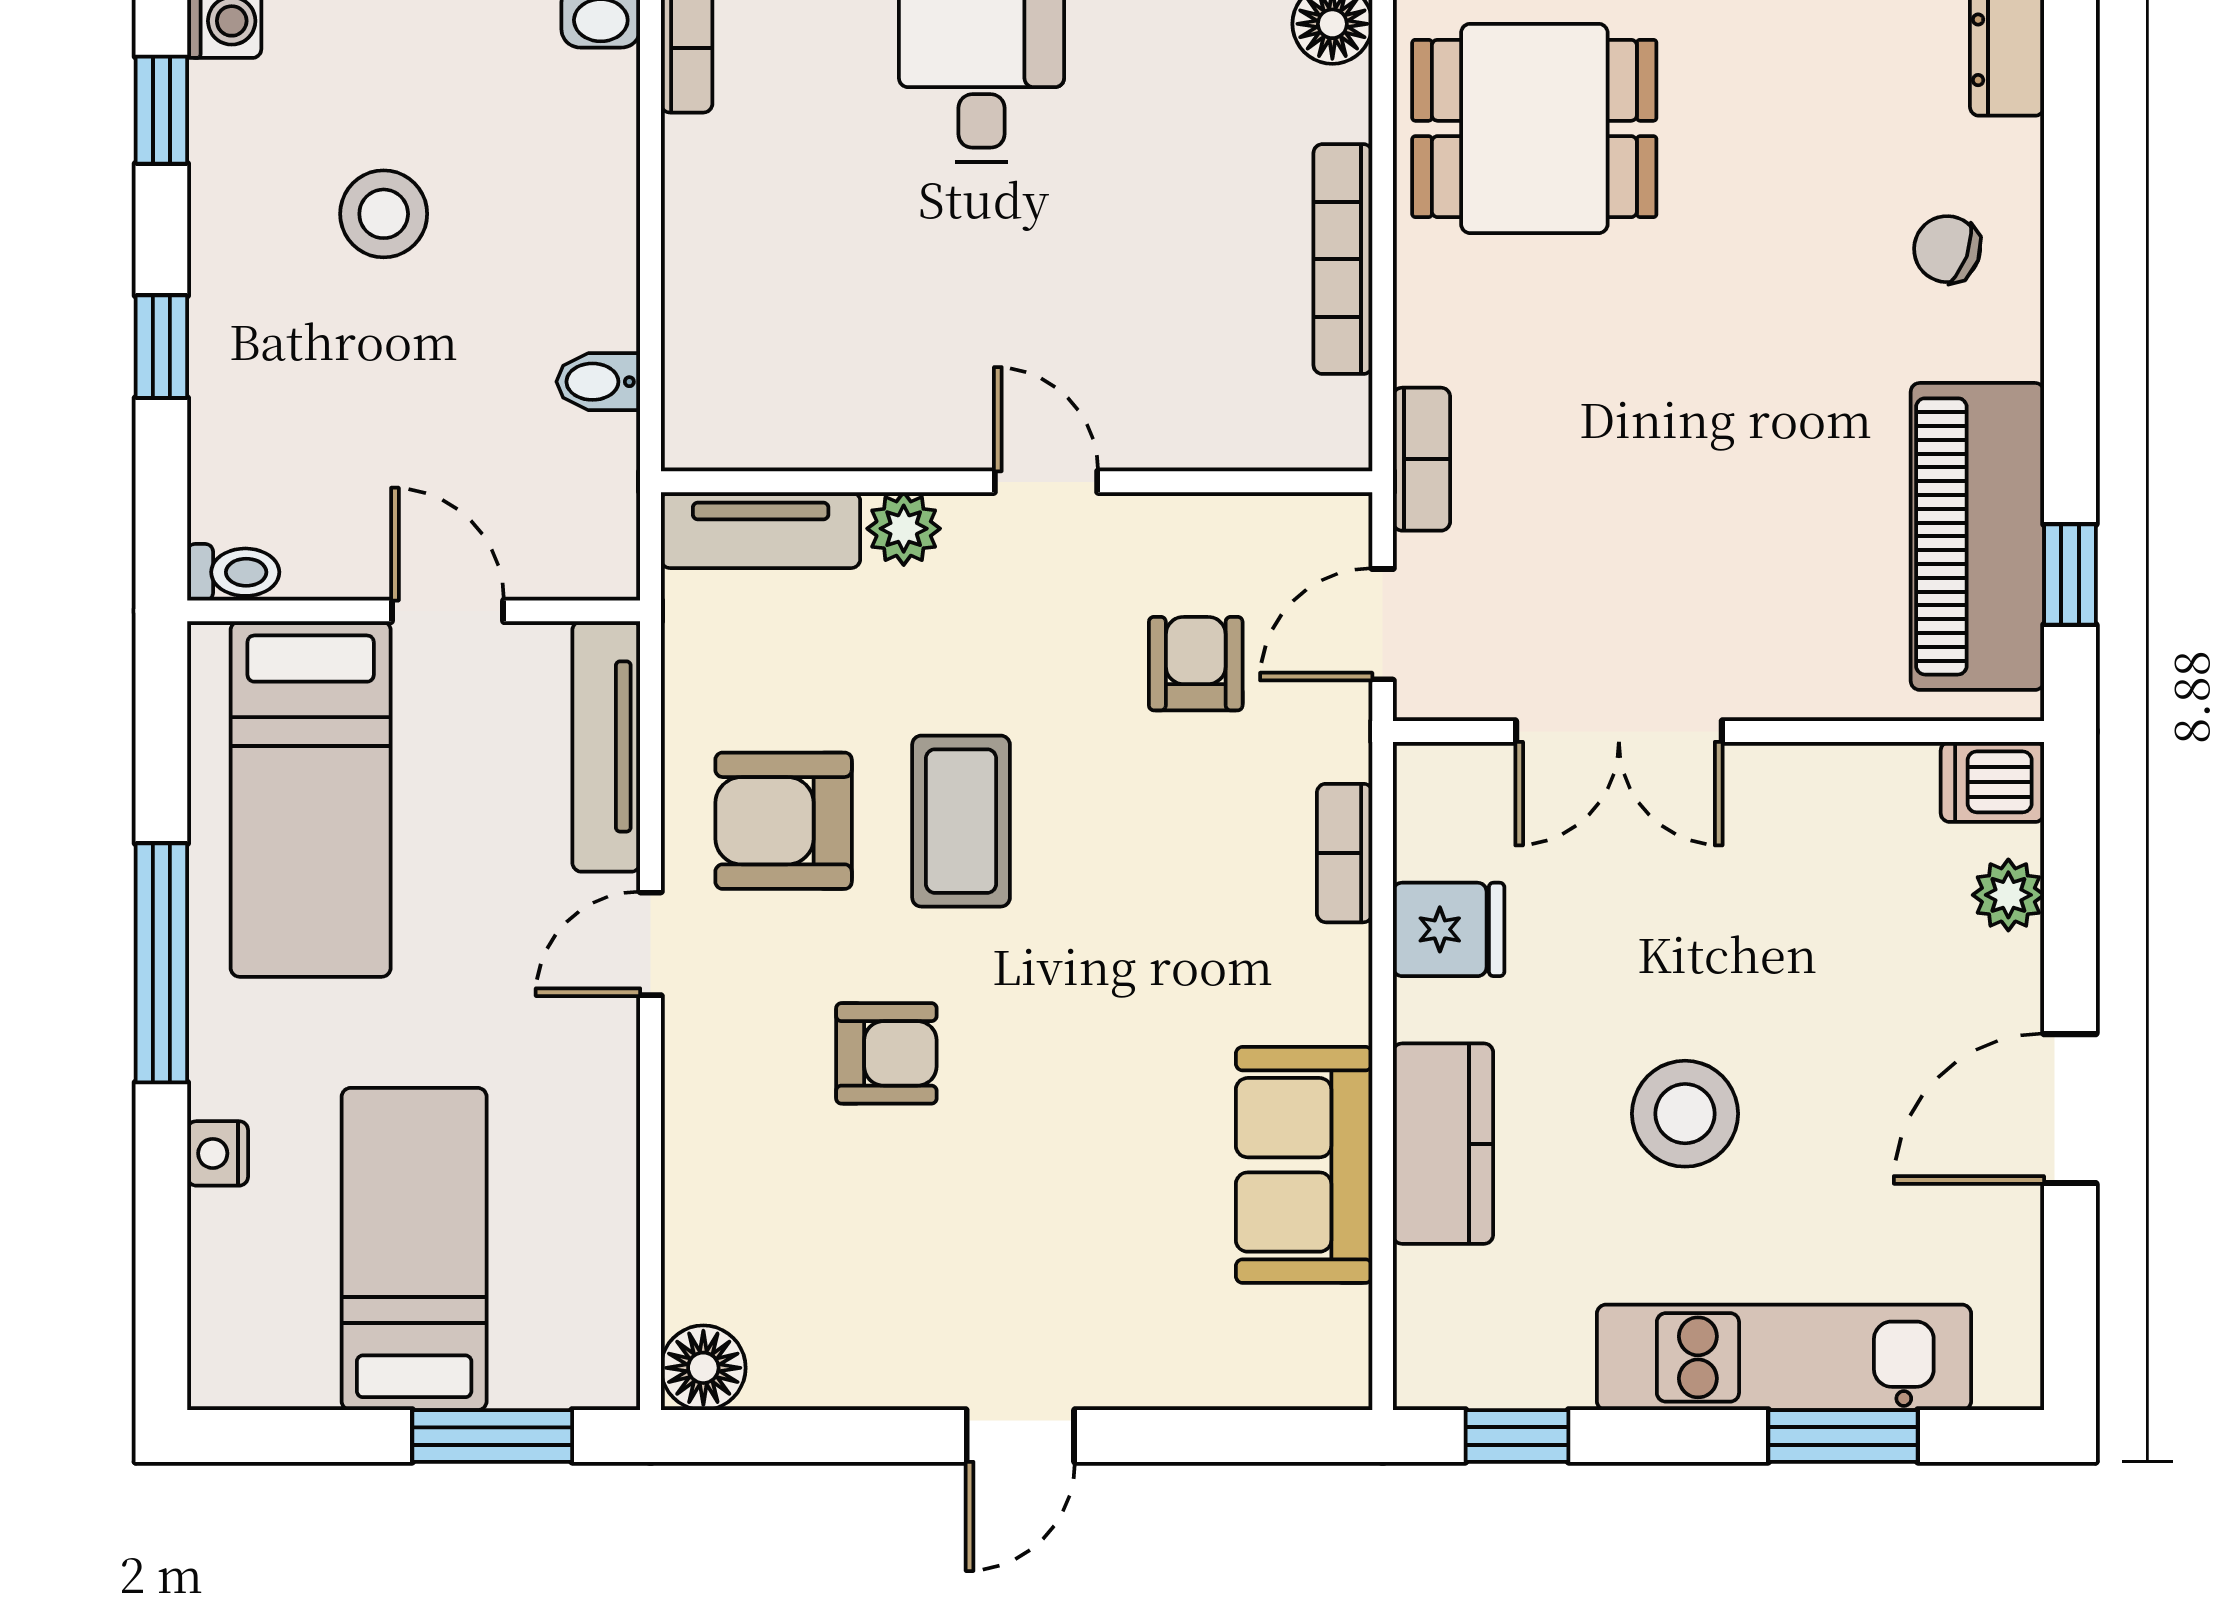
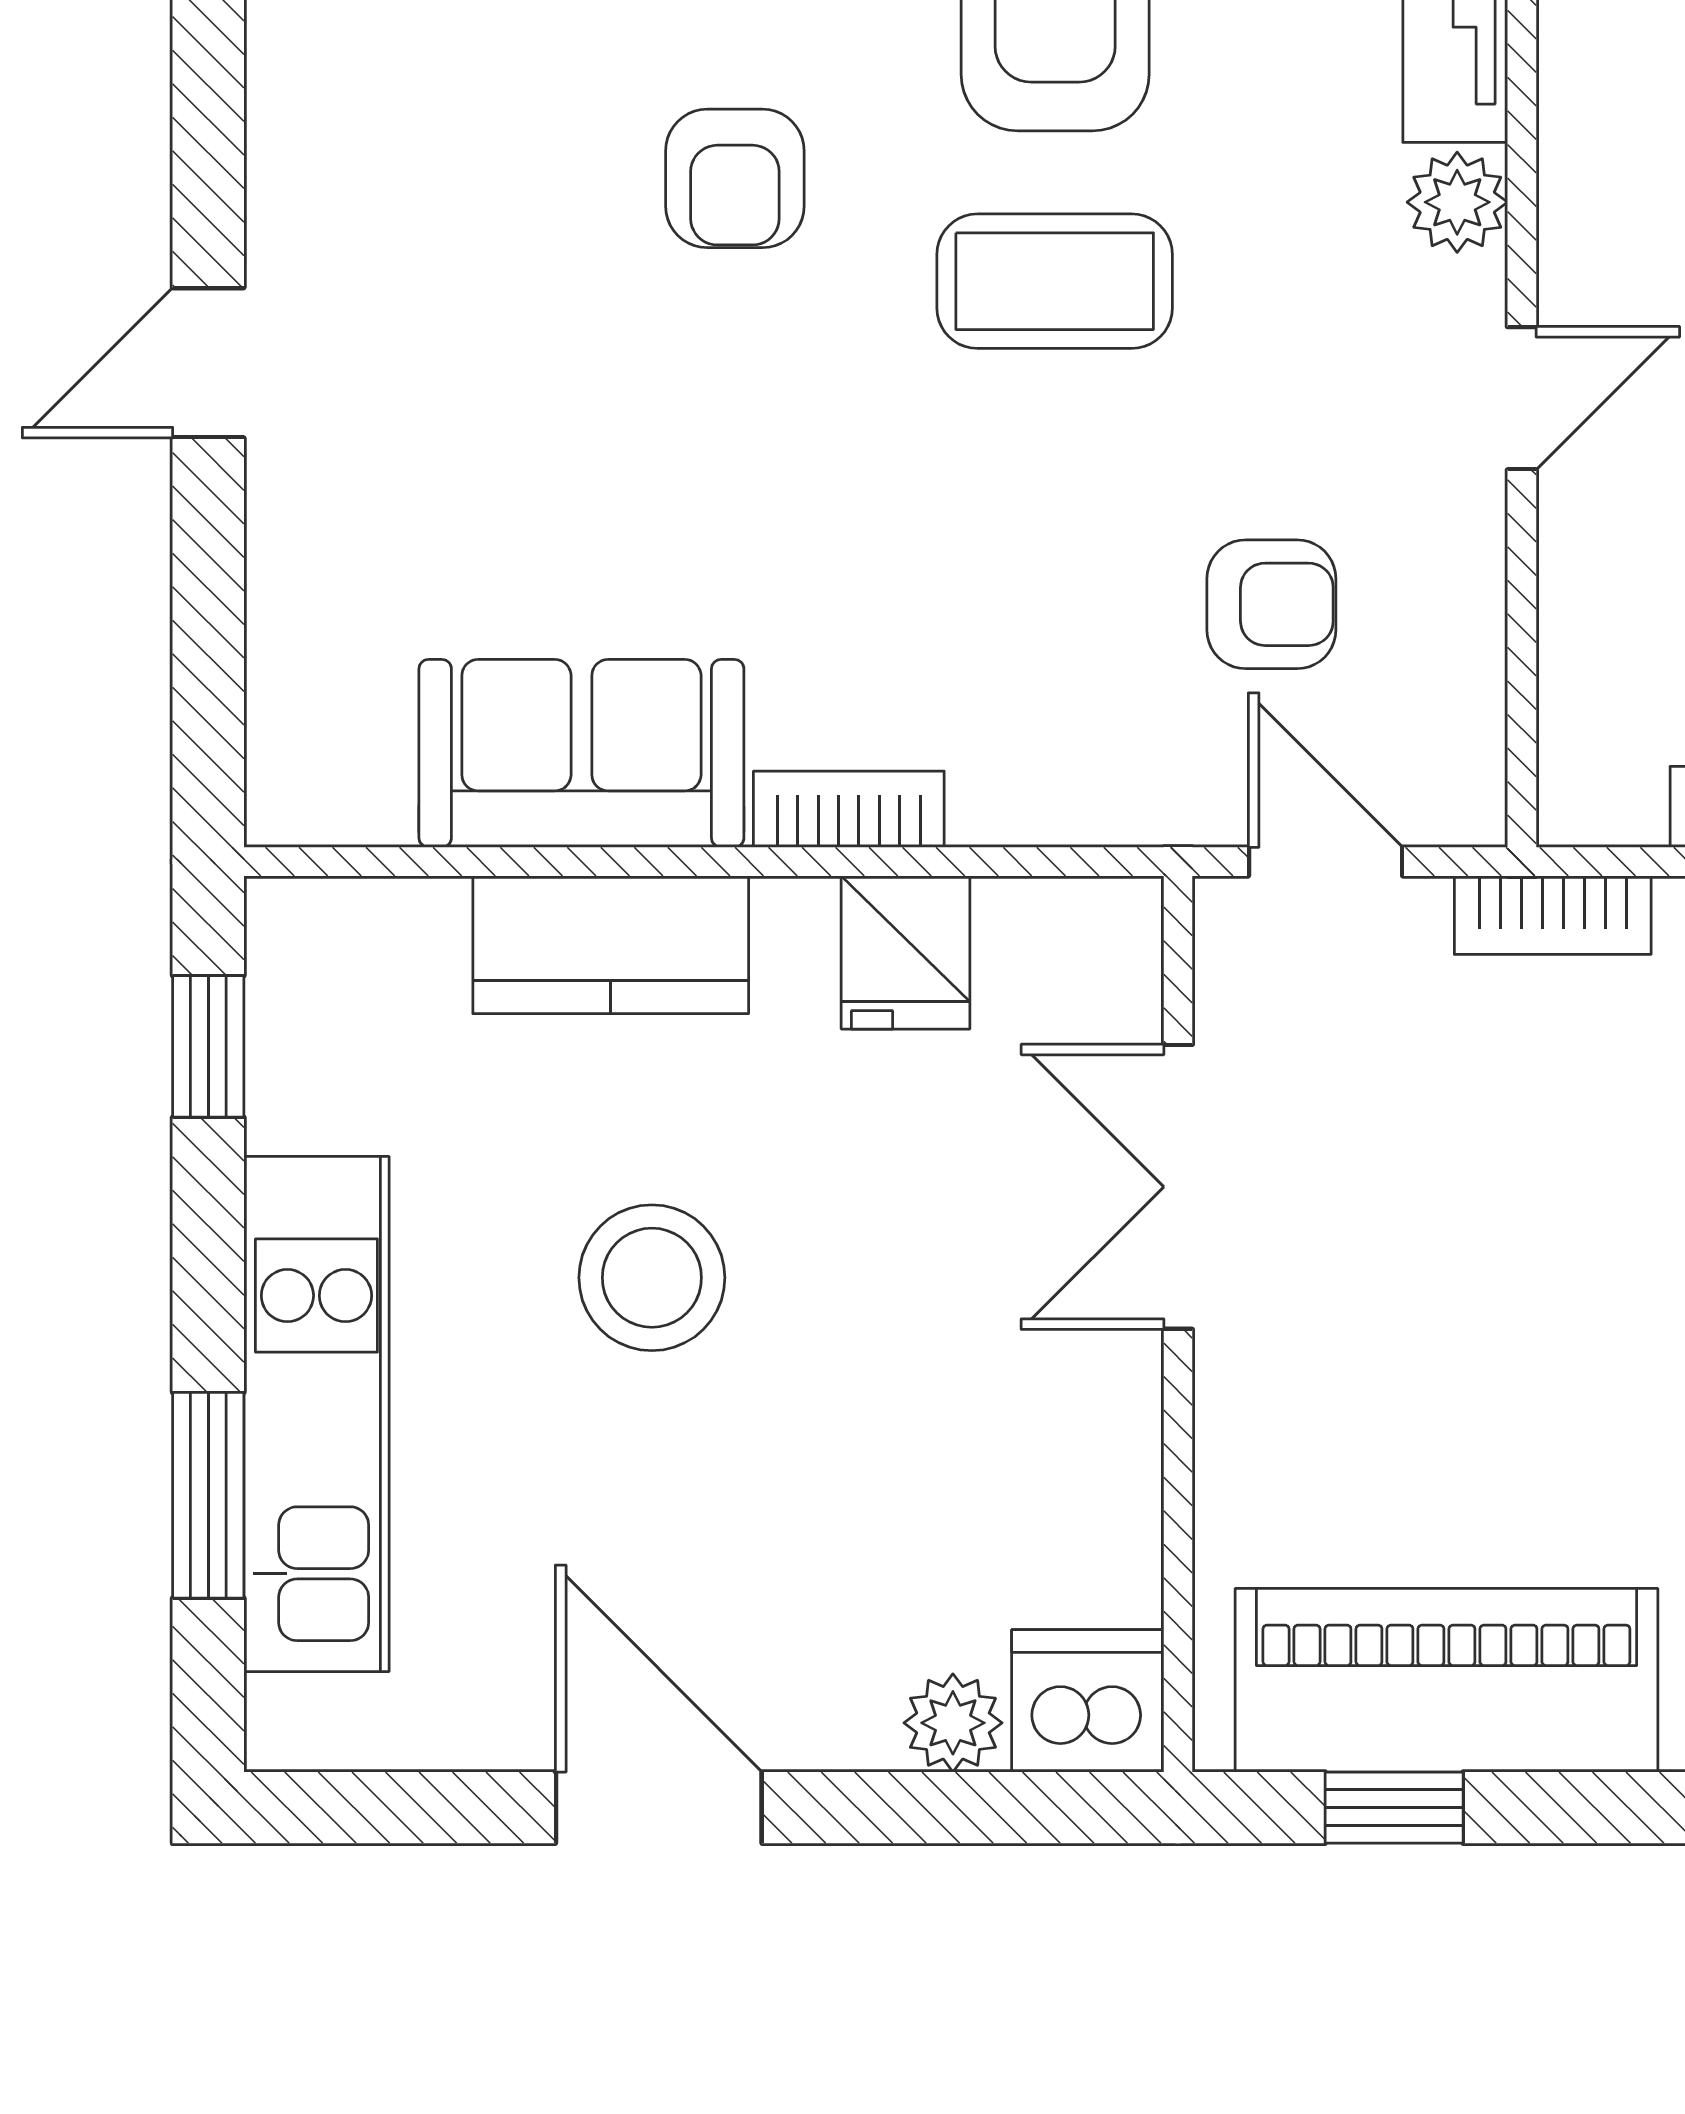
dishwasher: (1992, 782) -> (1088, 1701), width x1.38
bookcase: (1345, 853) -> (849, 809), moved
door: (1020, 1436) -> (208, 363), hinge flipped

